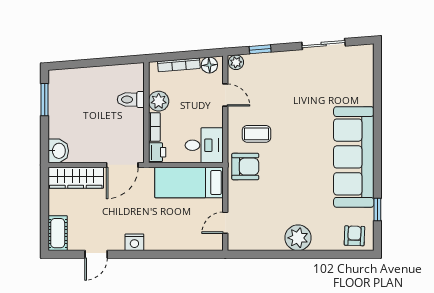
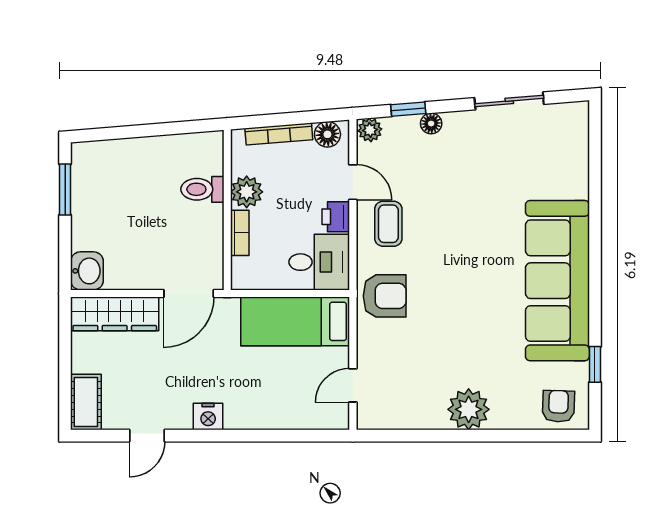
floor lamp: (274, 58) -> (431, 124), added
coffee table: (257, 134) -> (388, 224), moved, turned 90
printer: (157, 152) -> (336, 217), moved, turned 180

